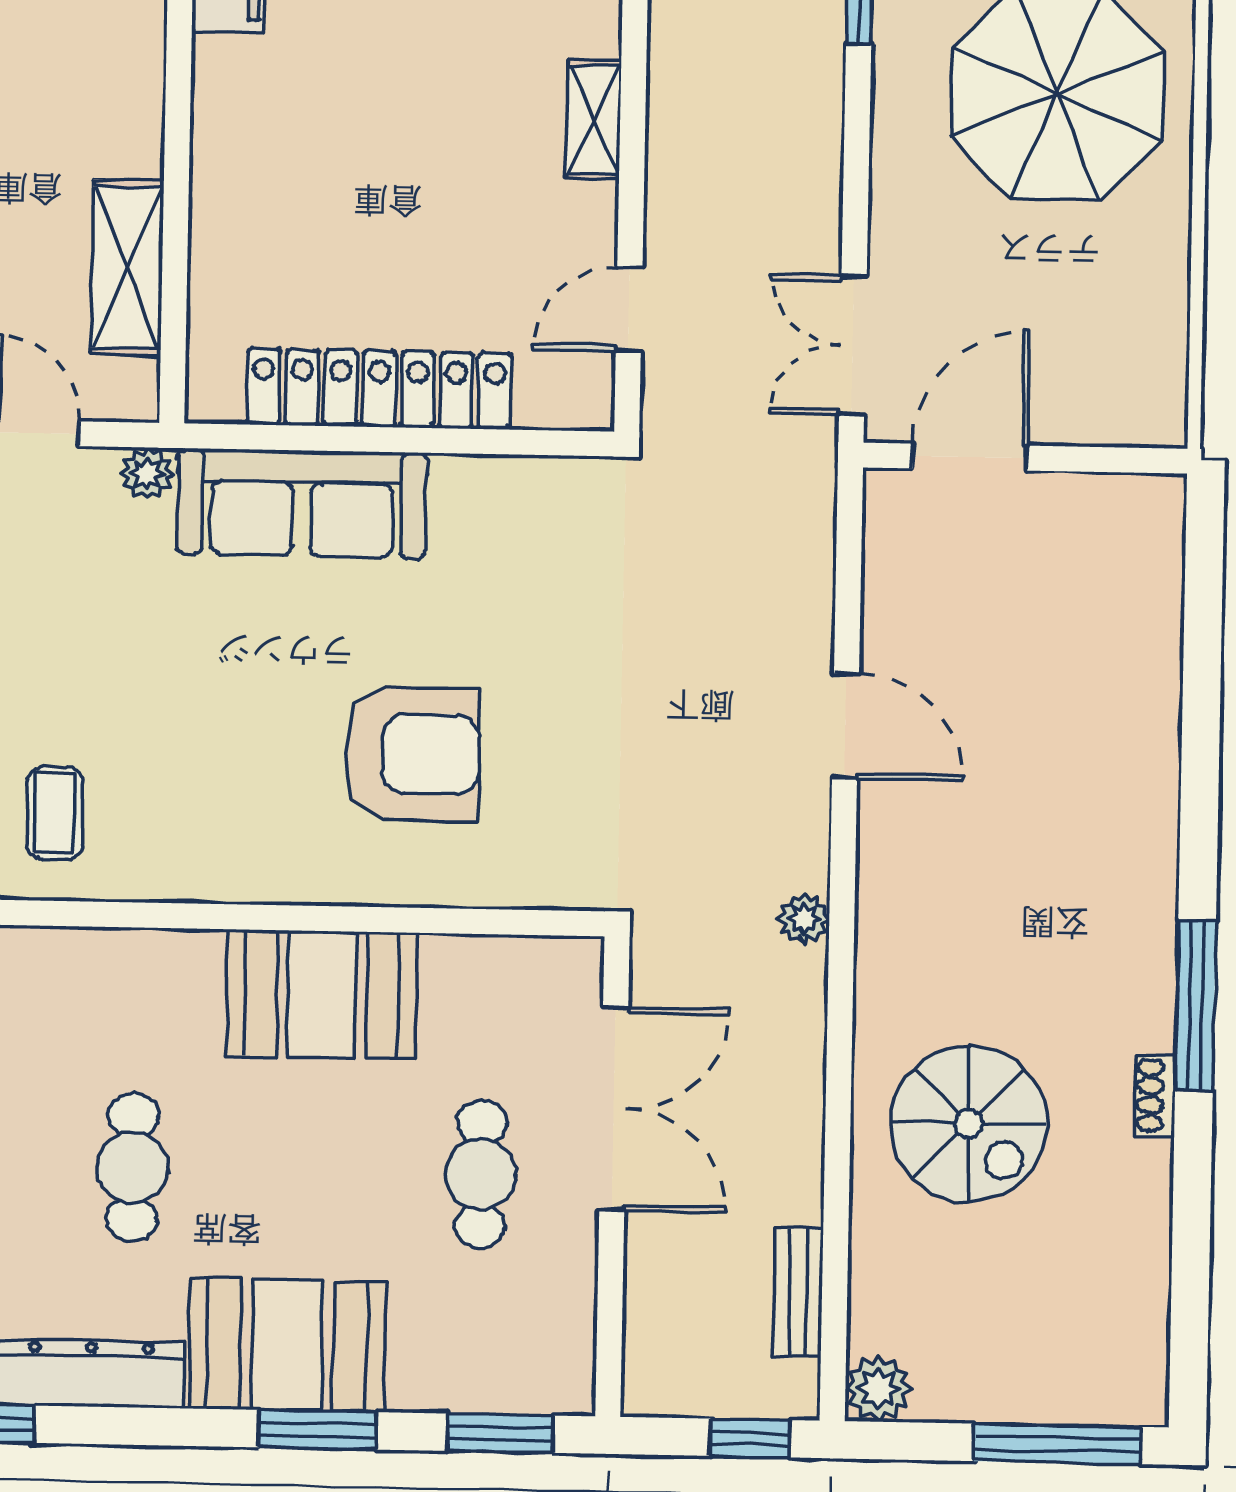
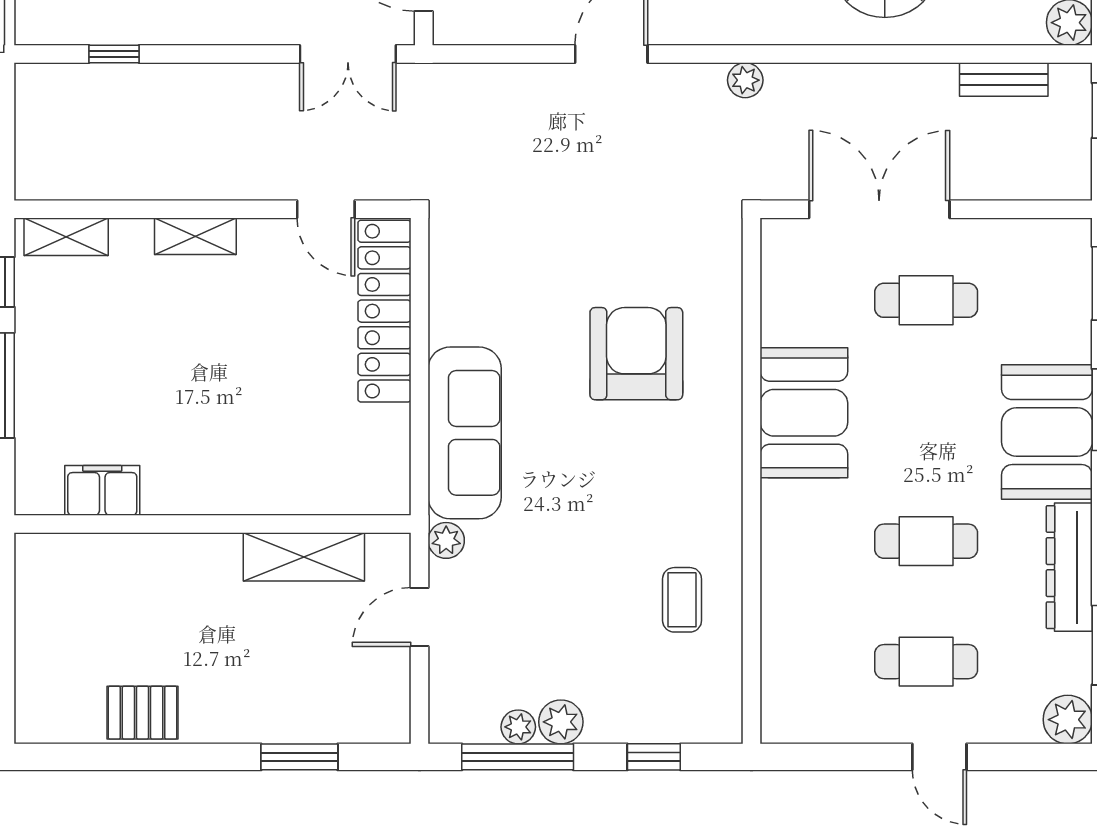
locker: (379, 389) -> (384, 311), moved
coffee table: (55, 813) -> (682, 600), turned 90

